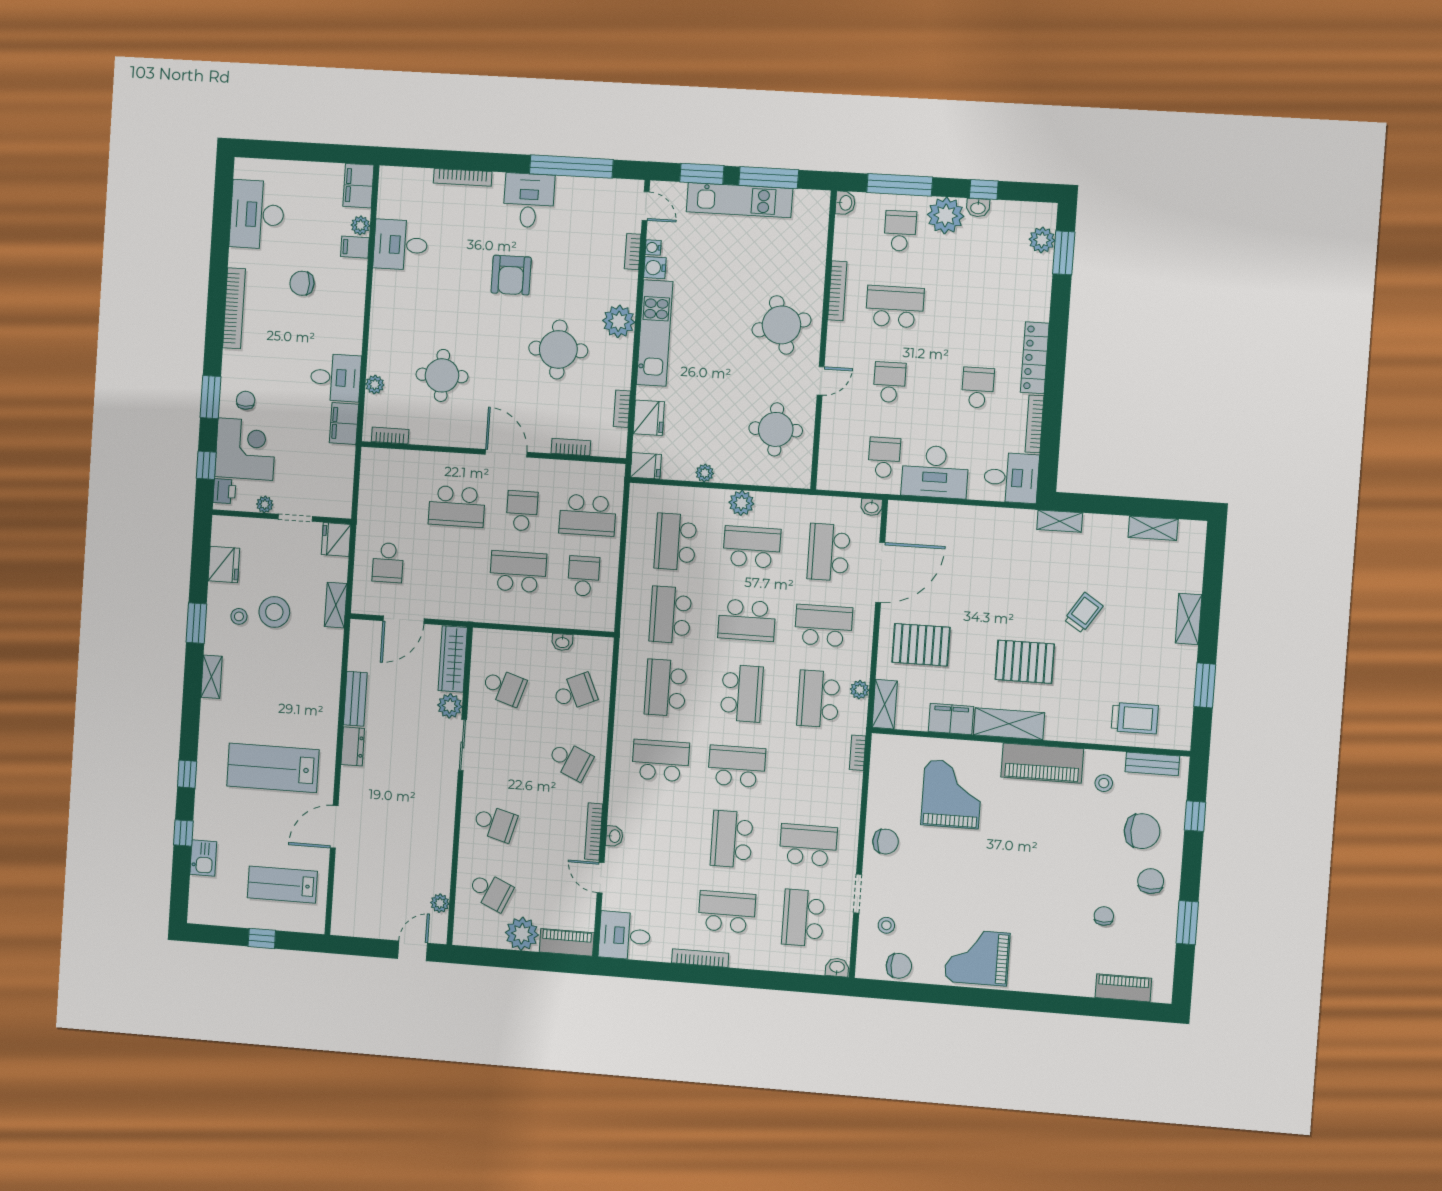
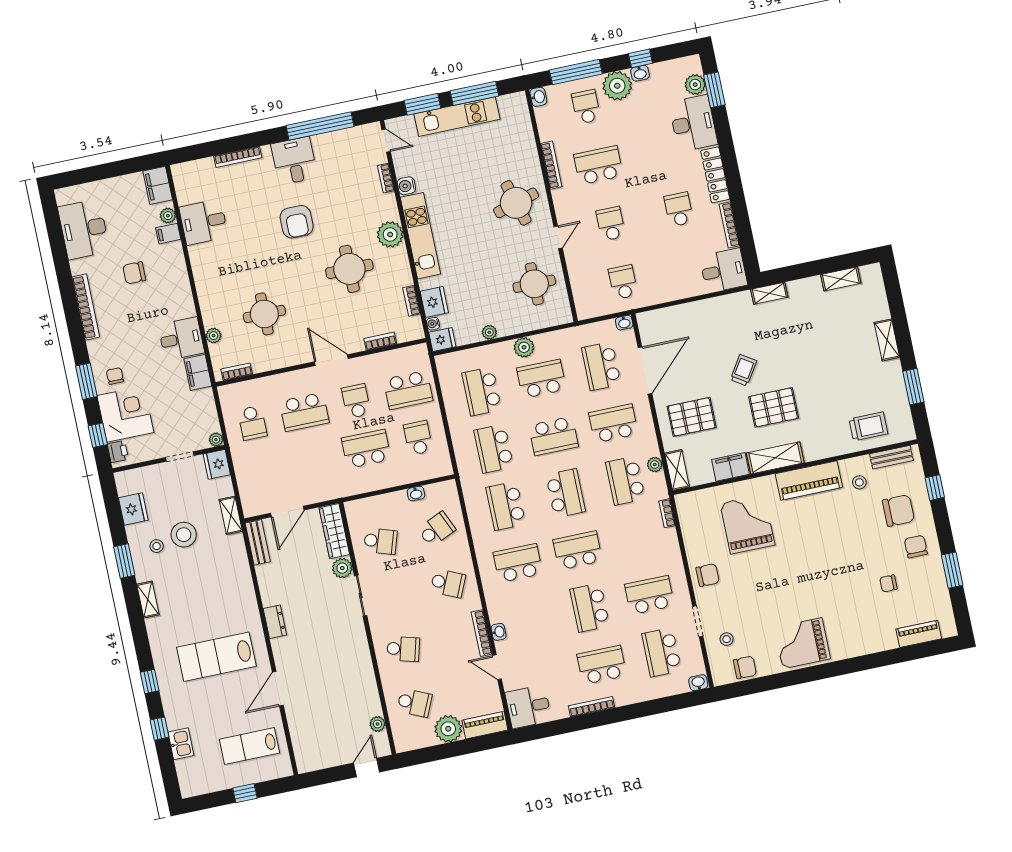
water cooler: (653, 248) -> (433, 324), moved
desk: (935, 472) -> (693, 123), moved, turned -90
plant: (265, 504) -> (216, 440), moved
school desk: (388, 563) -> (252, 423), moved
trolley: (1084, 613) -> (744, 370), moved
bench: (355, 699) -> (258, 542), moved
chair: (1104, 916) -> (888, 583), turned -90

